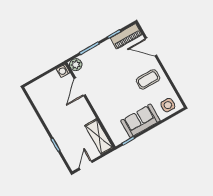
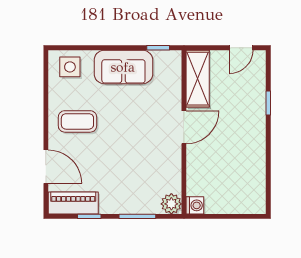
door: (80, 87) -> (184, 127), moved

